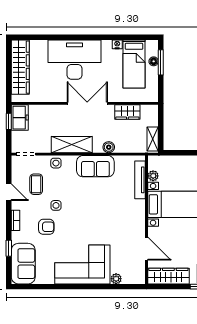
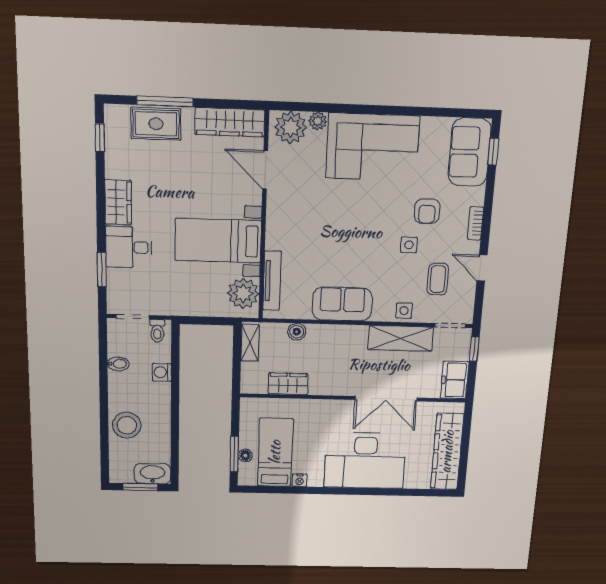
double door: (87, 103) -> (386, 399), moved
window: (9, 121) -> (474, 349), moved
shelving: (72, 145) -> (401, 338), moved
boiler: (109, 147) -> (297, 332), moved
plant: (153, 176) -> (243, 293), width x1.87, depth x1.87
armchair: (46, 227) -> (427, 211), turned -90
window: (9, 248) -> (493, 152), moved
plant: (132, 274) -> (291, 127), added

